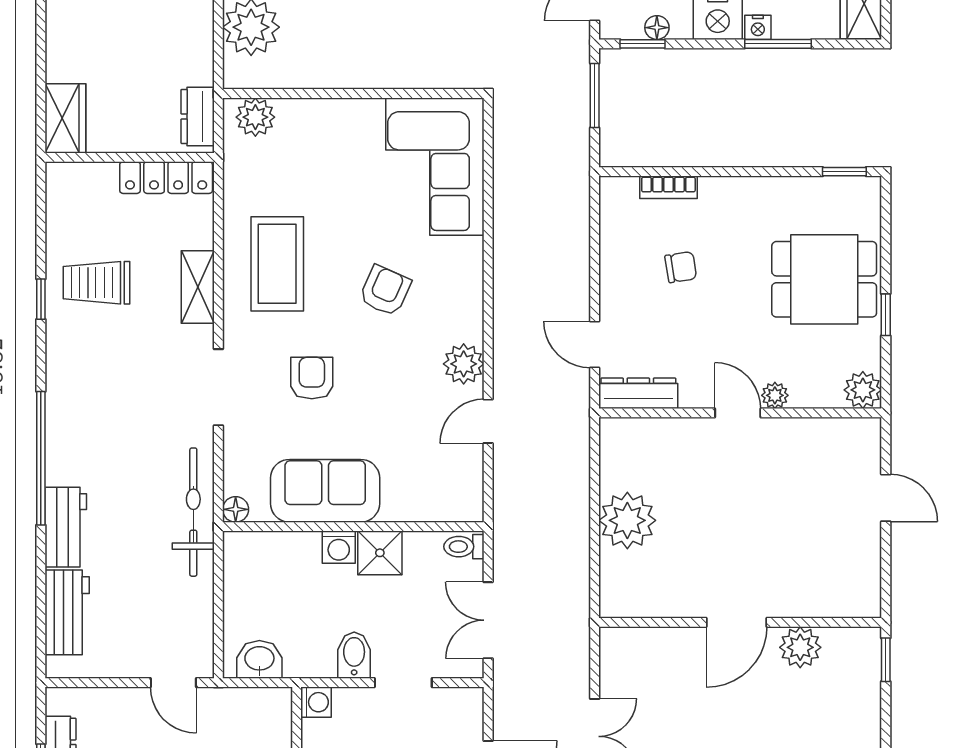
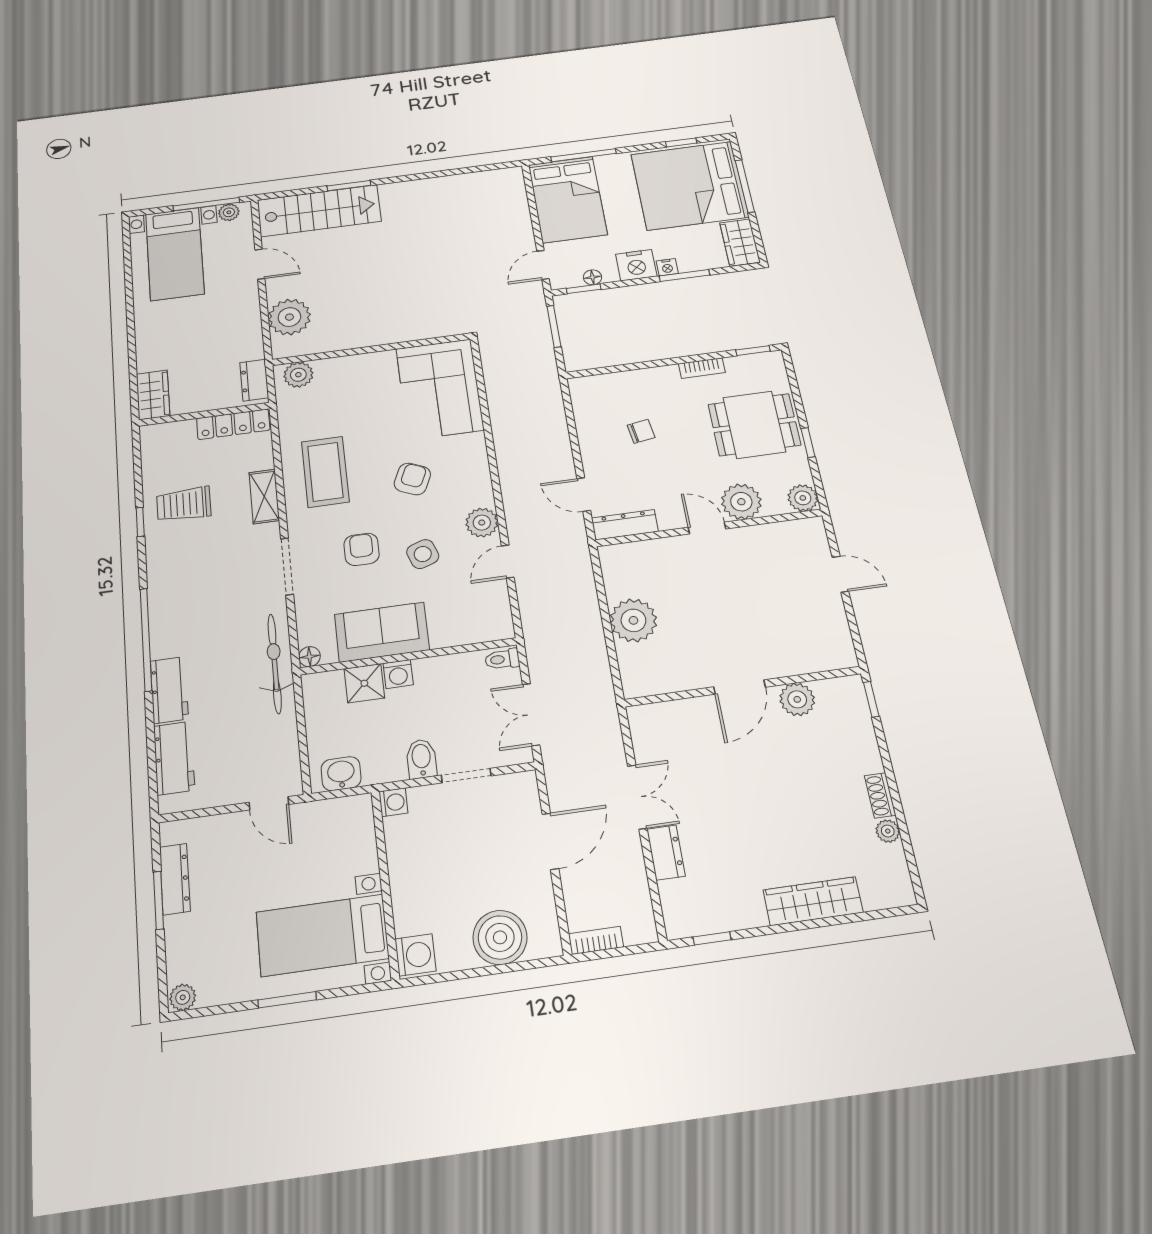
bookcase: (668, 187) -> (702, 368), moved
plant: (775, 395) -> (741, 502), width x1.88, depth x1.88
side table: (386, 396) -> (423, 554), added
shower: (380, 553) -> (364, 683), moved

